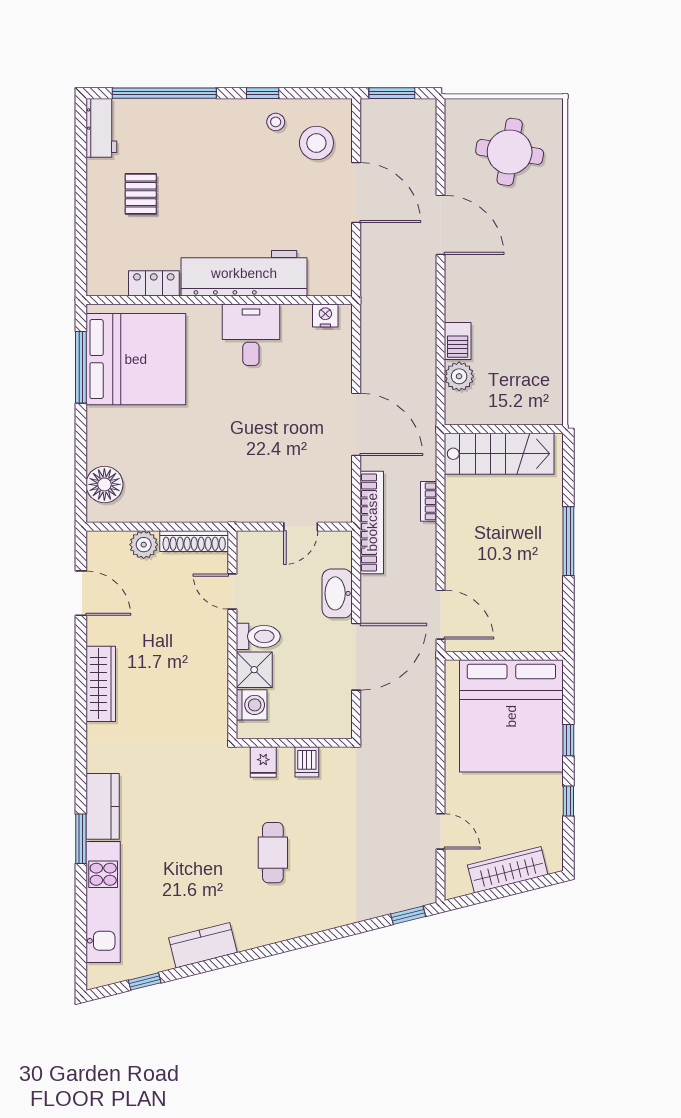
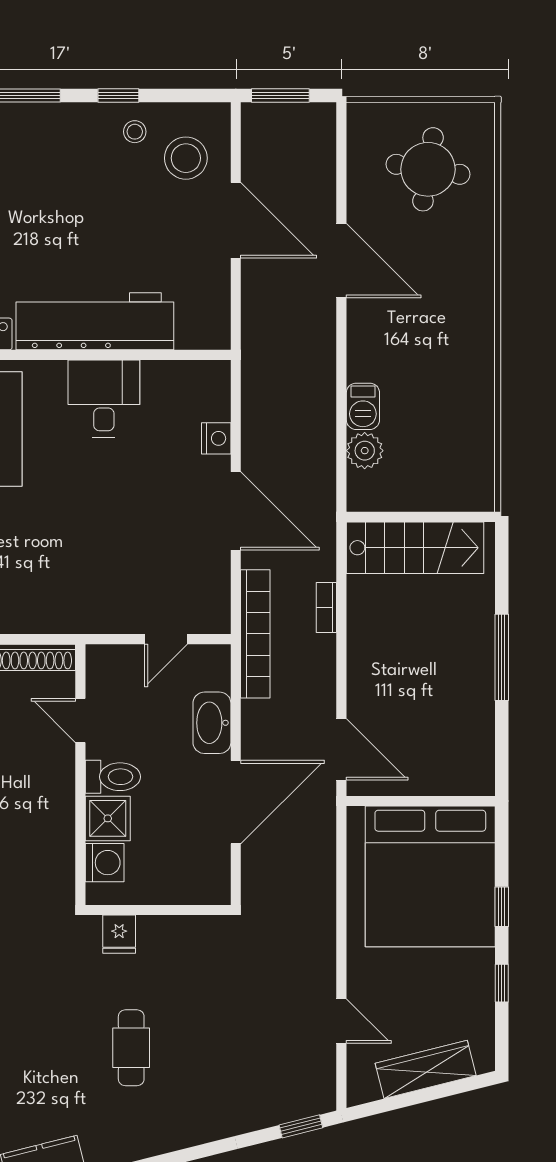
nightstand: (325, 316) -> (216, 438), moved, turned 90
dishwasher: (307, 762) -> (174, 934), removed

